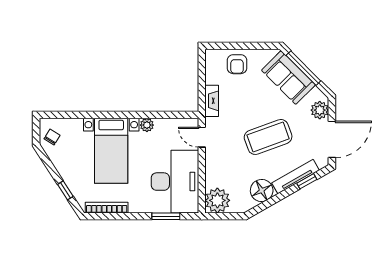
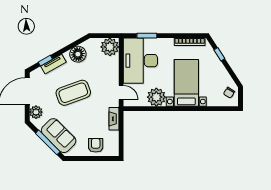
plant: (147, 125) -> (156, 97), width x1.88, depth x1.88
tv unit: (296, 177) -> (53, 64), width x0.71

